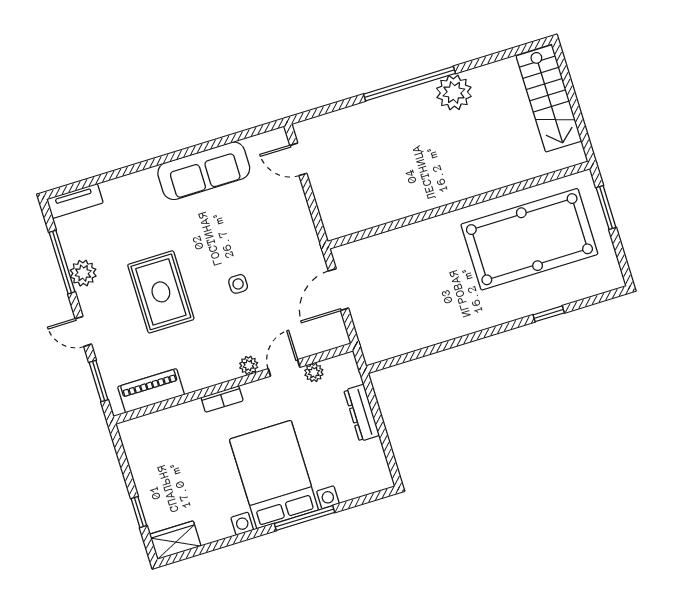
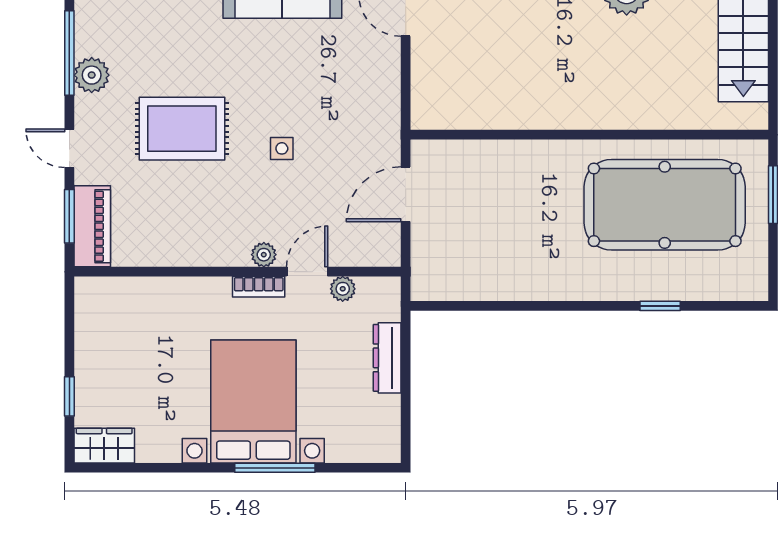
rug: (161, 292) -> (182, 129), turned 90
piano: (151, 391) -> (92, 226), moved, turned 90
bookcase: (222, 399) -> (259, 287), moved

